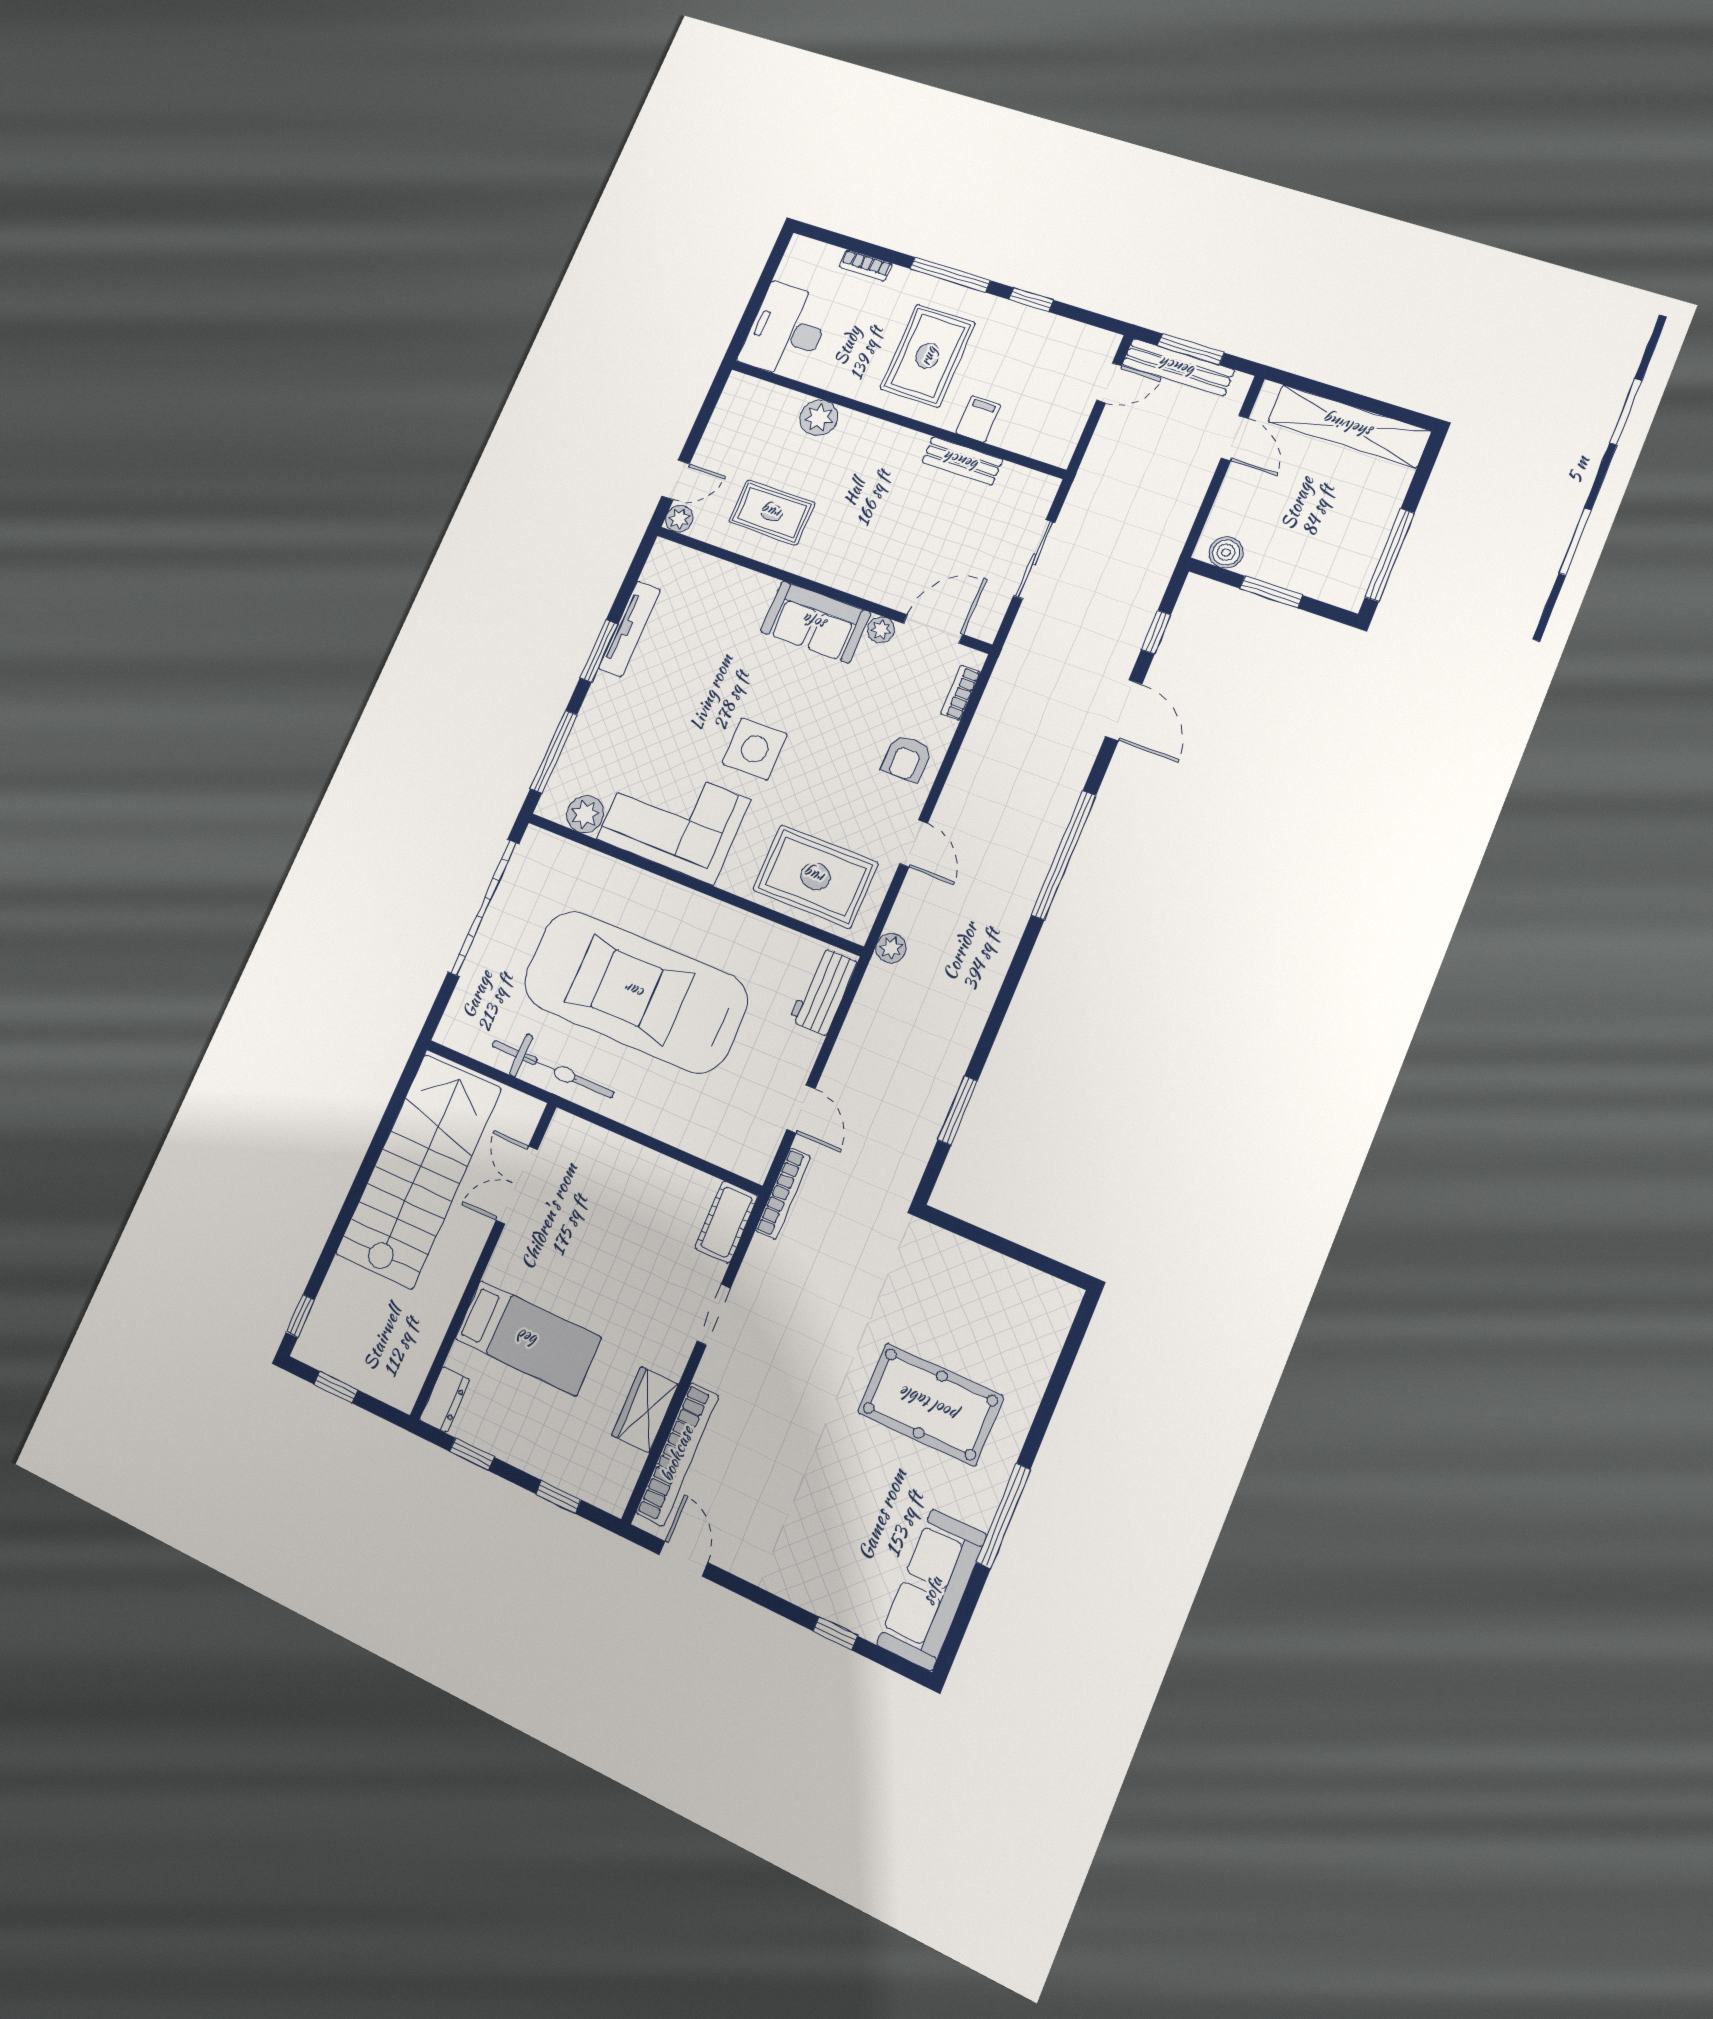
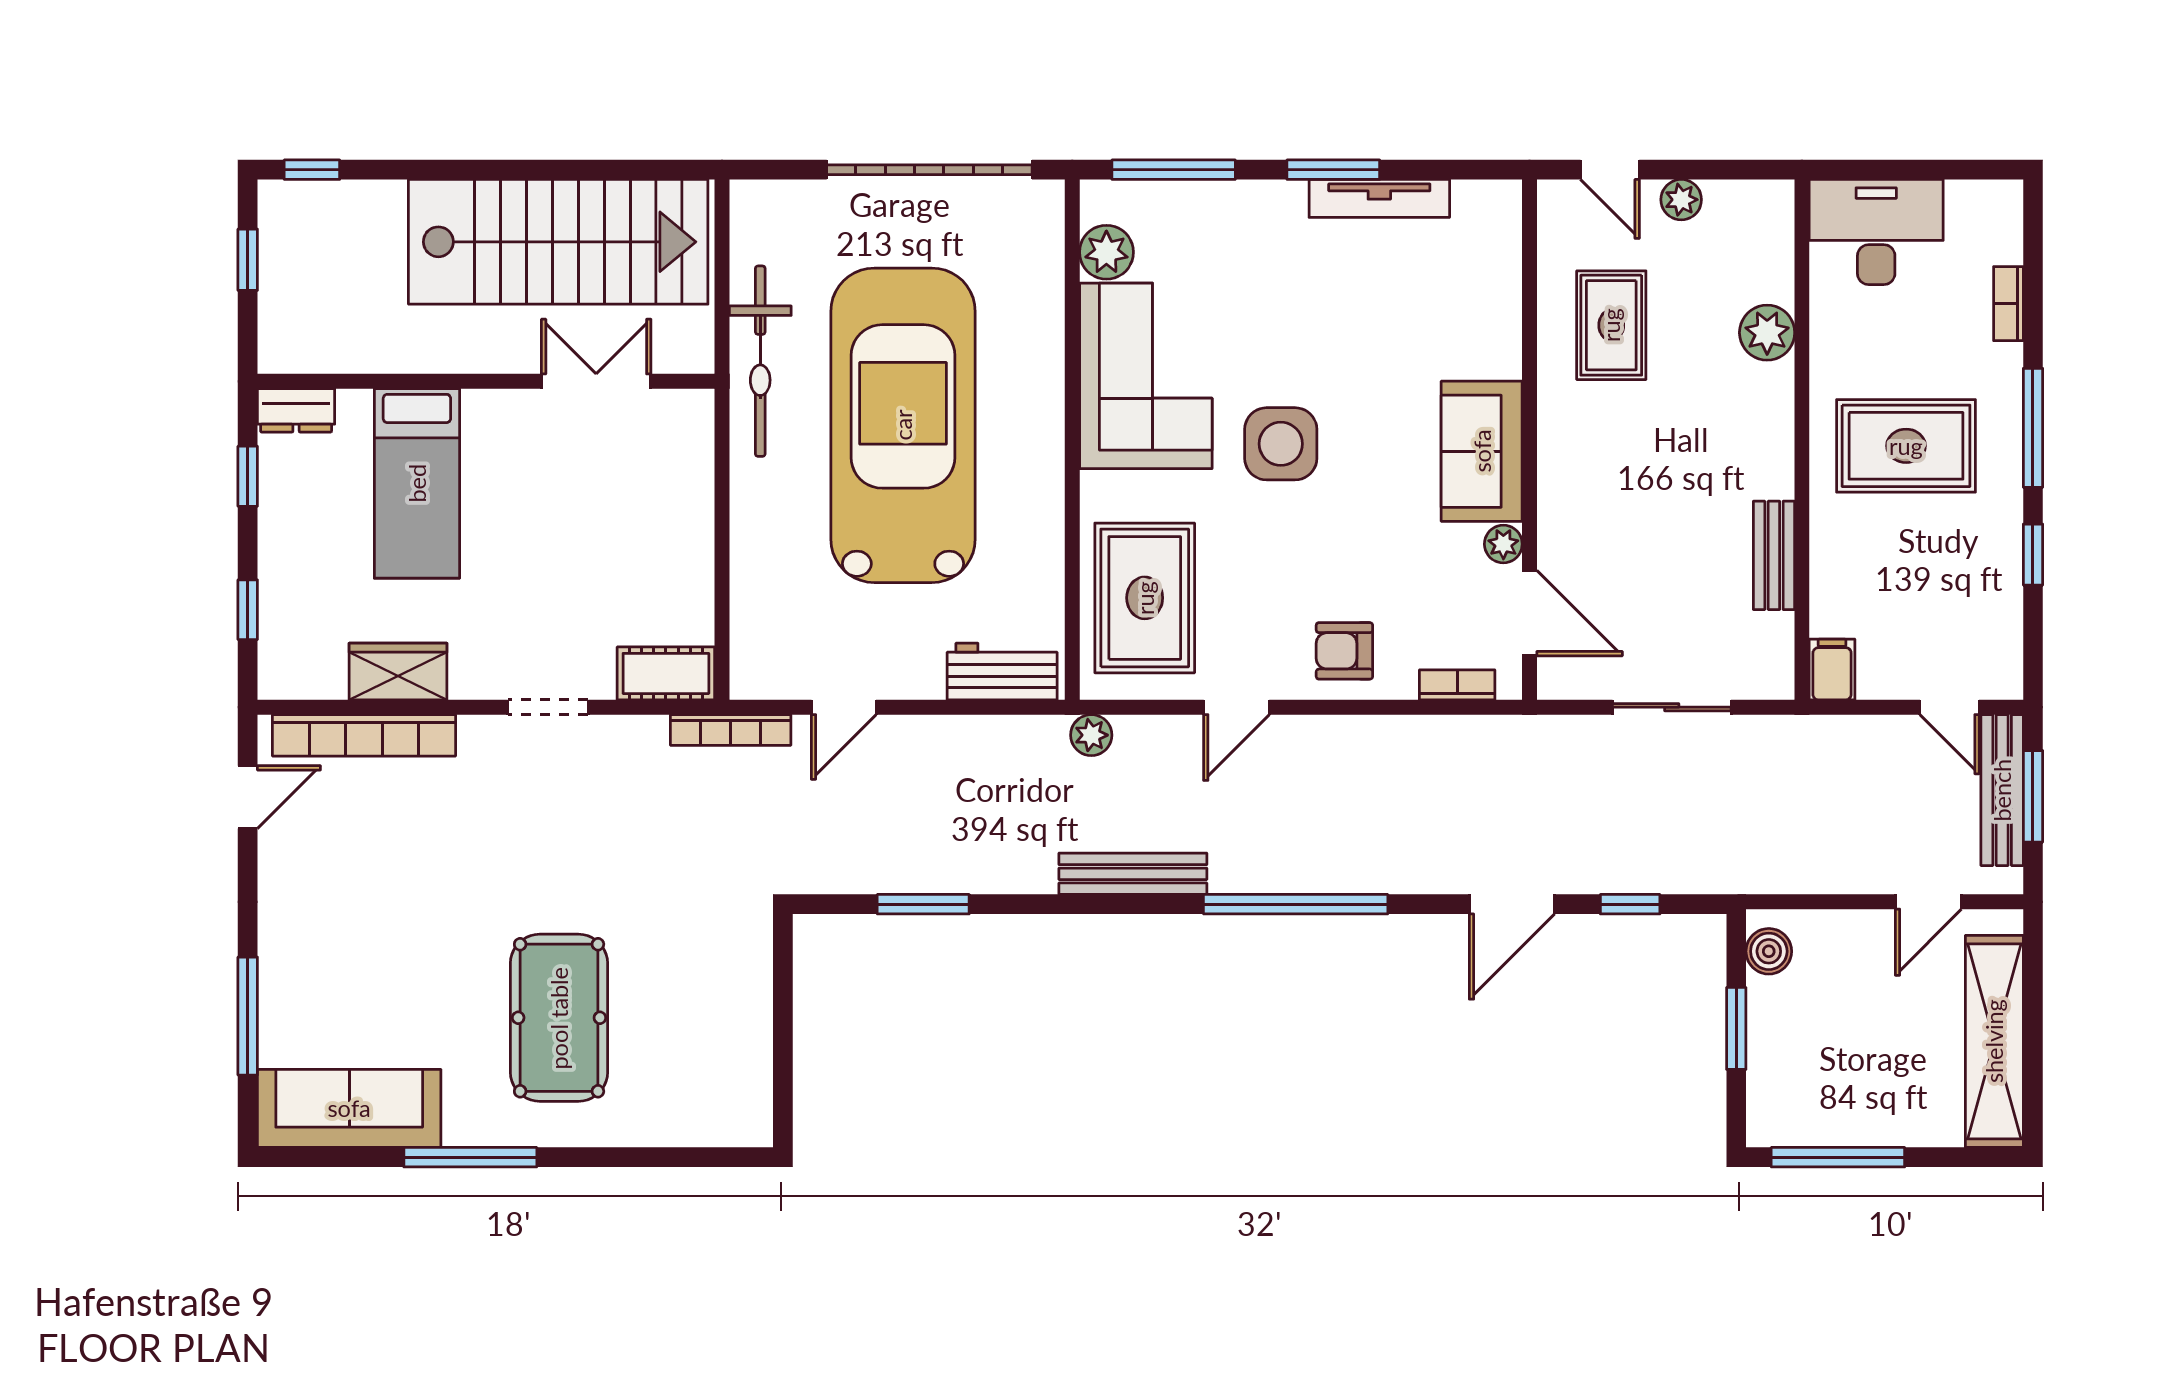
filing cabinet: (978, 419) -> (1832, 670), moved, turned -90
plant: (679, 519) -> (1681, 200), moved
bench: (997, 957) -> (1133, 874), added
window: (835, 1633) -> (248, 1016), width x2.17

